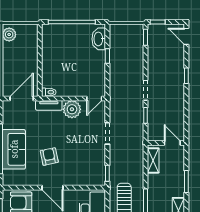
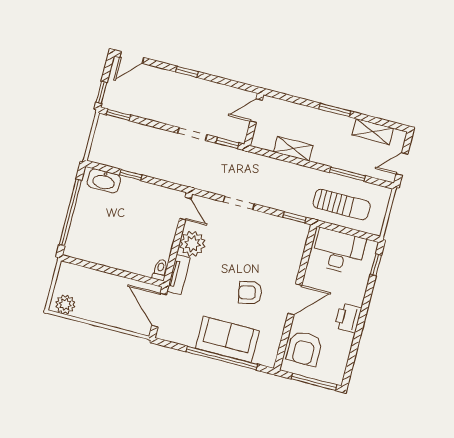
wall: (166, 143) -> (254, 119), moved
door: (172, 143) -> (256, 111), moved

